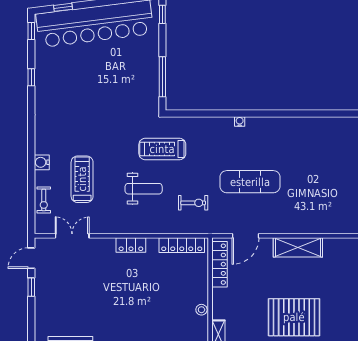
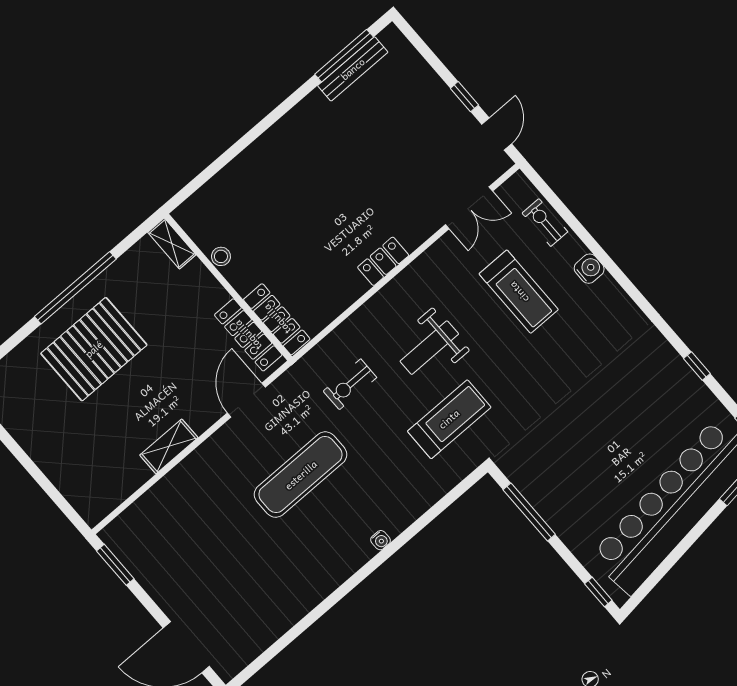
locker: (182, 245) -> (277, 319), moved, turned 90
shelving: (298, 247) -> (169, 446), width x0.67, depth x0.75

